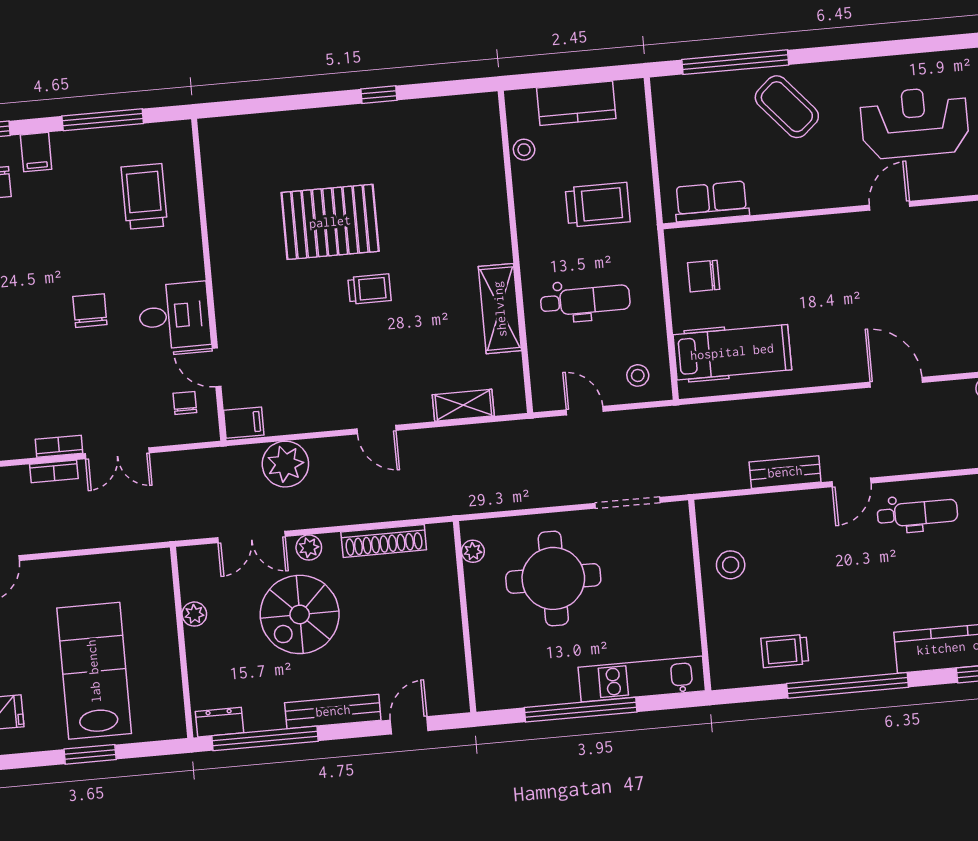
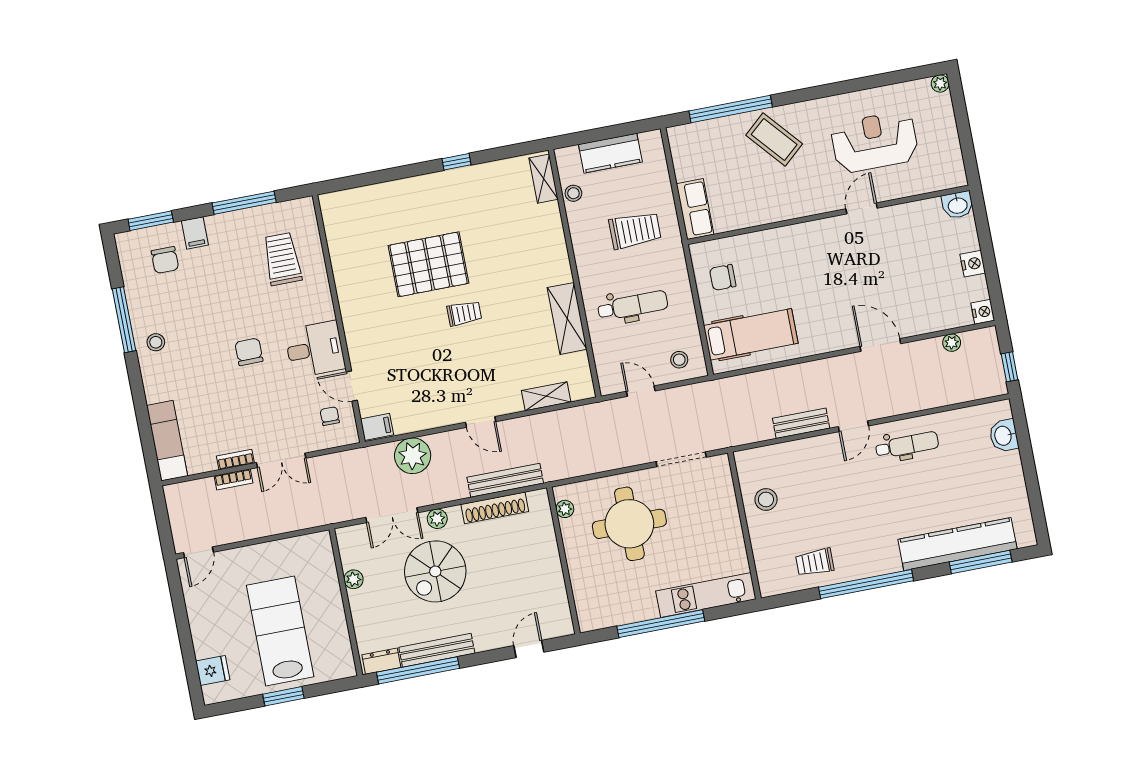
shelving: (488, 127) -> (543, 179), added
row of seats: (712, 201) -> (695, 209), moved, turned 90
bench: (401, 507) -> (505, 480), added
bench: (333, 711) -> (437, 650), moved

